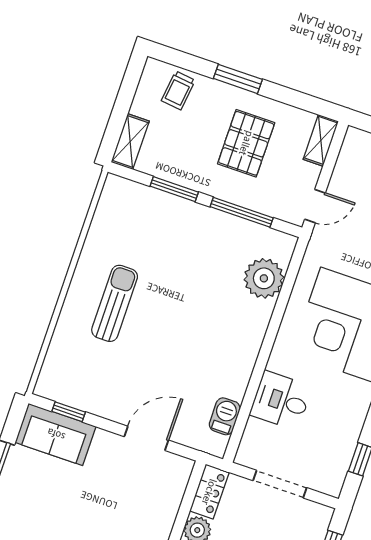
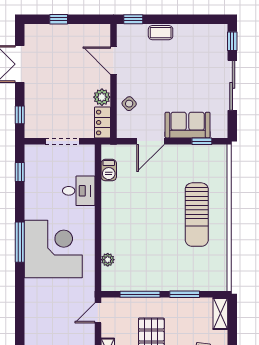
plant: (264, 278) -> (108, 260), width x0.53, depth x0.53
sun lounger: (115, 303) -> (197, 215), width x1.36, depth x1.34
sofa: (56, 434) -> (188, 125), moved
side table: (159, 506) -> (129, 104), added

